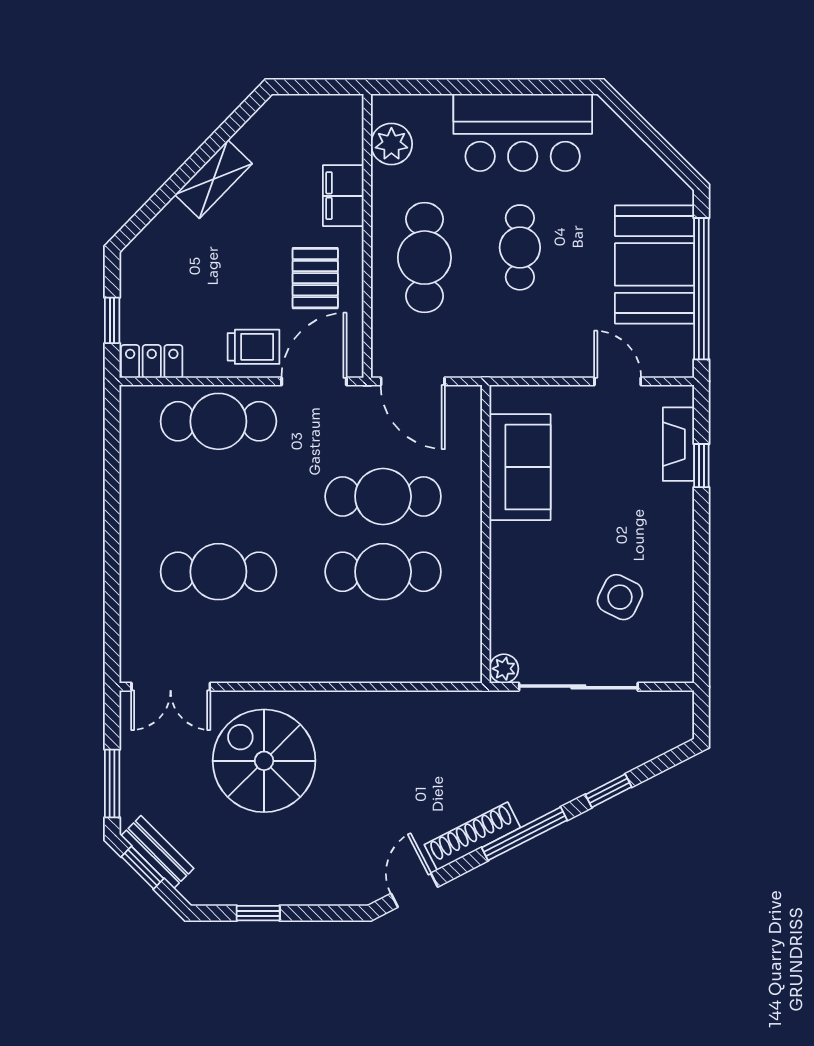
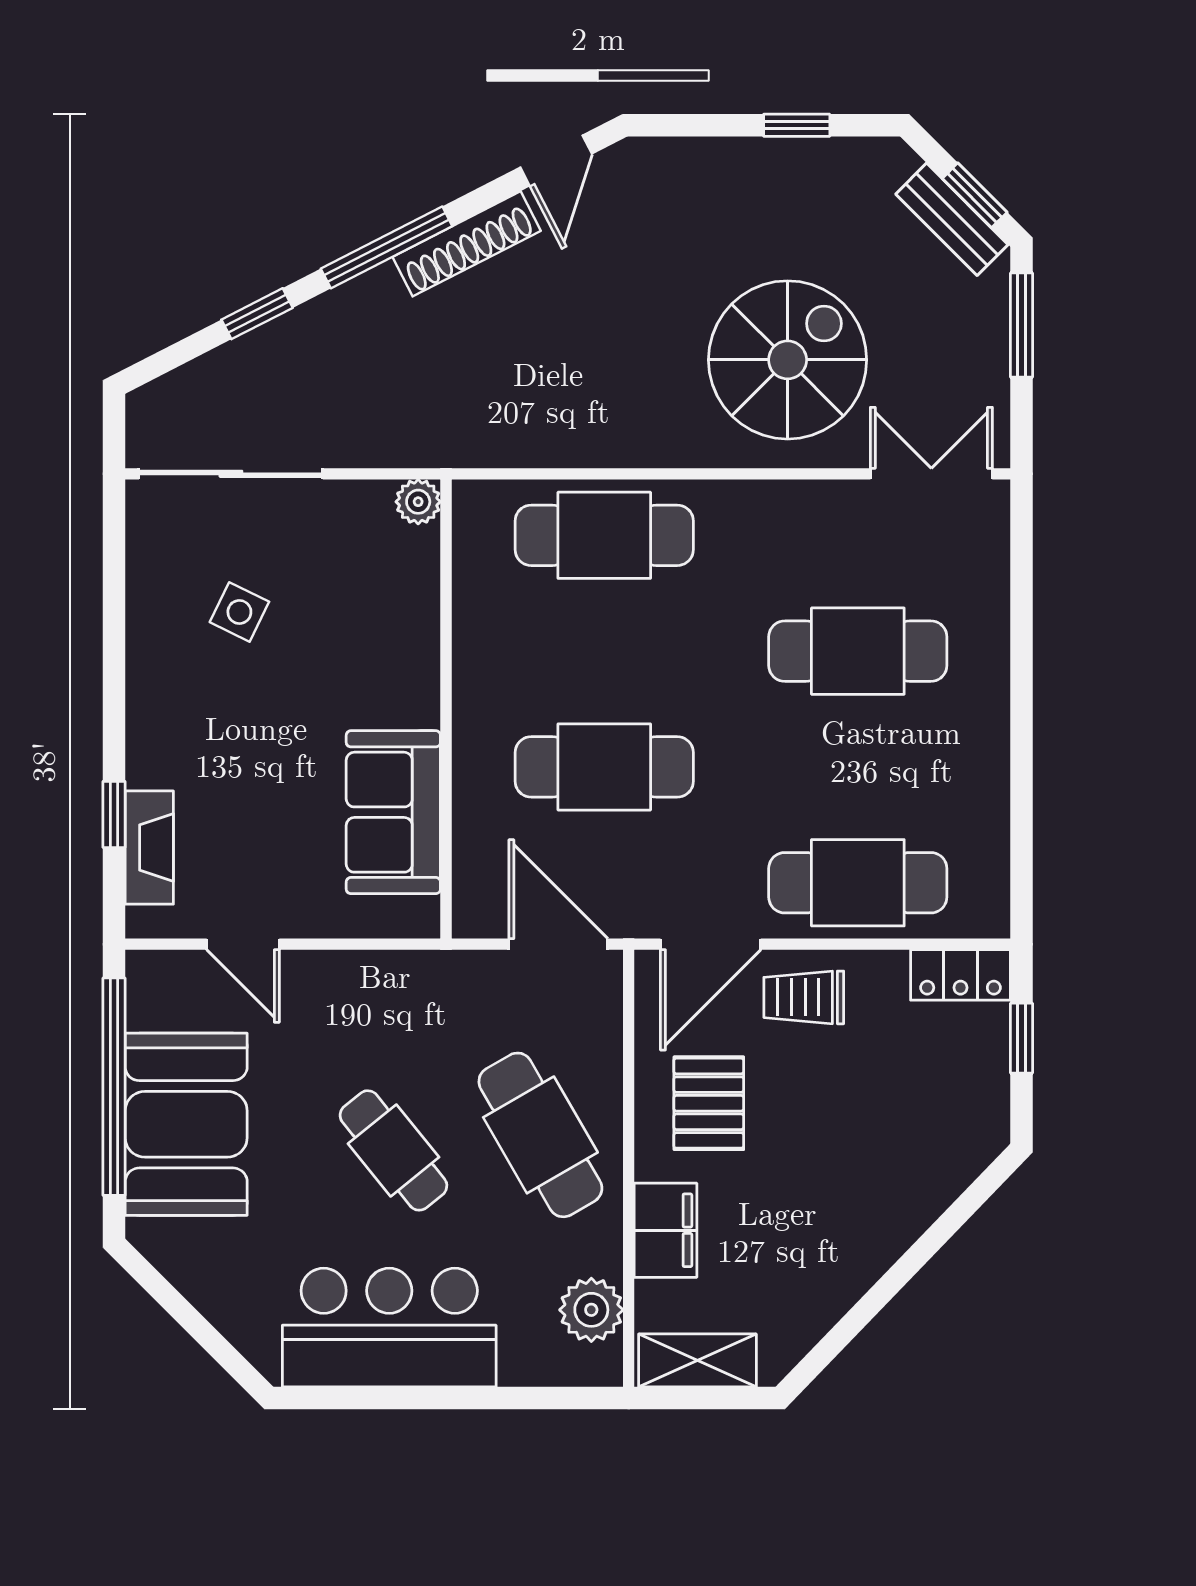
shelving: (213, 179) -> (697, 1360), moved, turned 46
cafe table: (520, 247) -> (393, 1150), turned -39
cafe table: (424, 258) -> (540, 1135), turned -30
cafe table: (383, 572) -> (604, 535), moved
side table: (620, 597) -> (239, 612), width x0.73, depth x0.73
sliding door: (578, 687) -> (231, 474), moved
spiral stairs: (264, 761) -> (788, 360), turned -90

